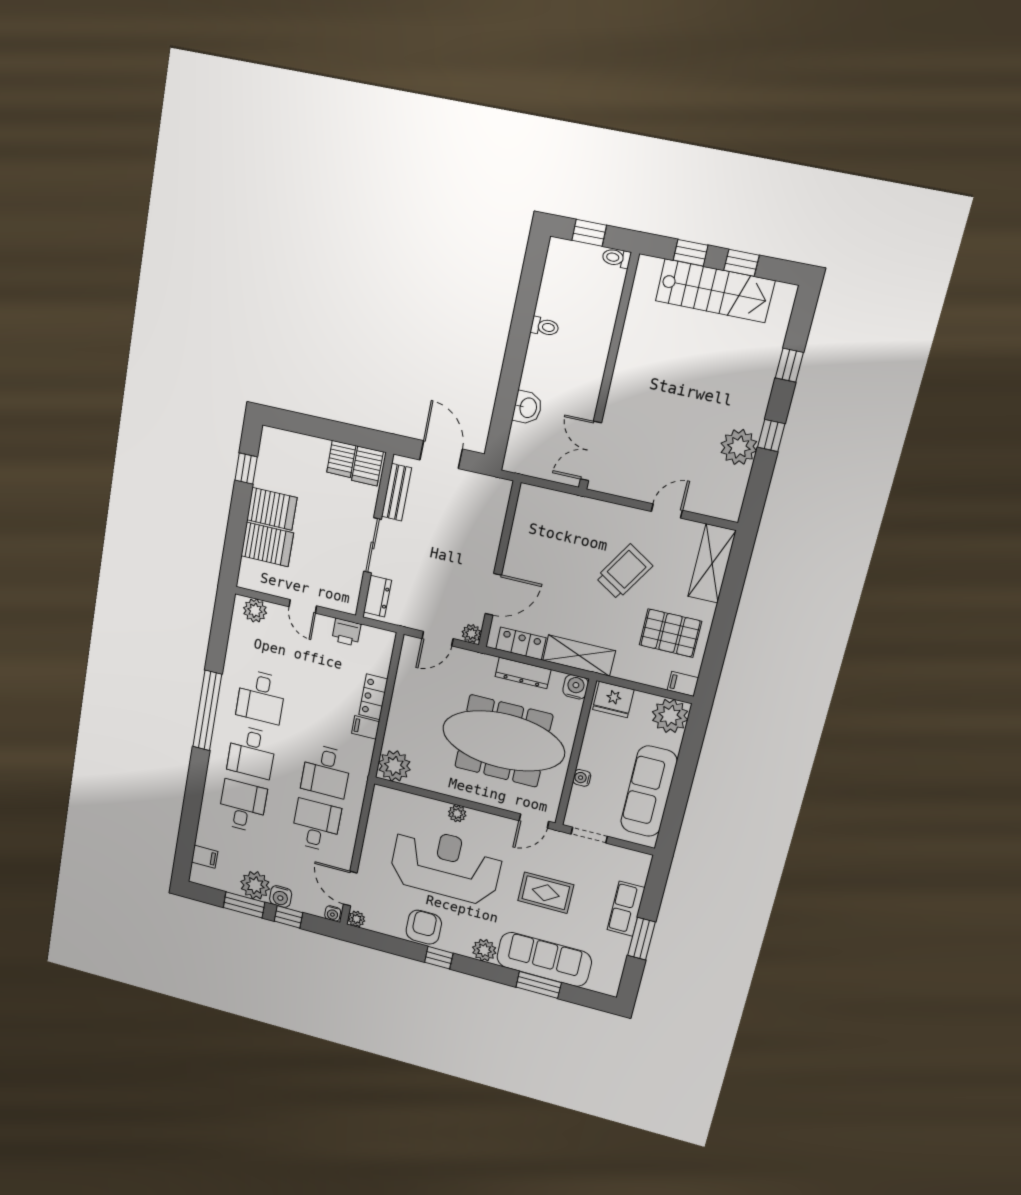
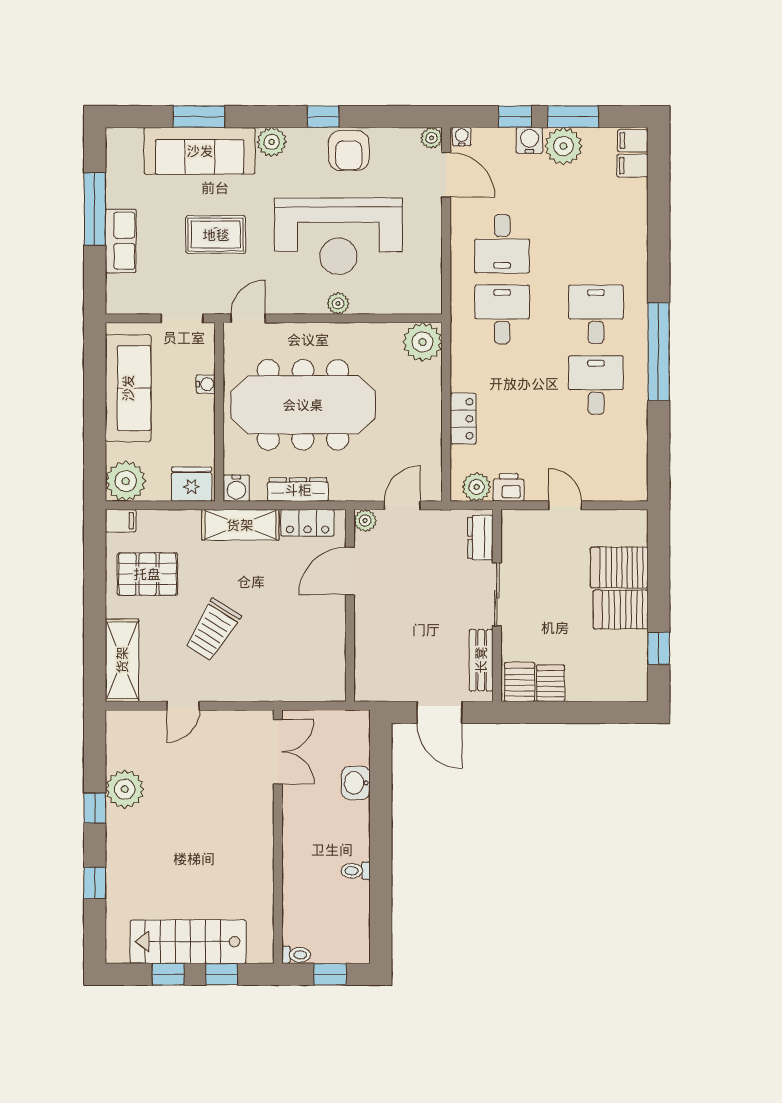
plant: (255, 610) -> (477, 487), moved
filing cabinet: (365, 727) -> (633, 141), moved, turned 180
desk: (242, 806) -> (596, 244), removed
window: (641, 939) -> (95, 209), width x1.44

